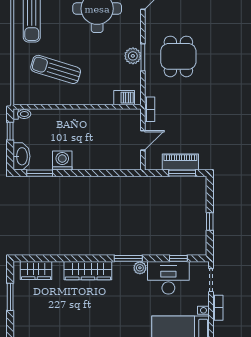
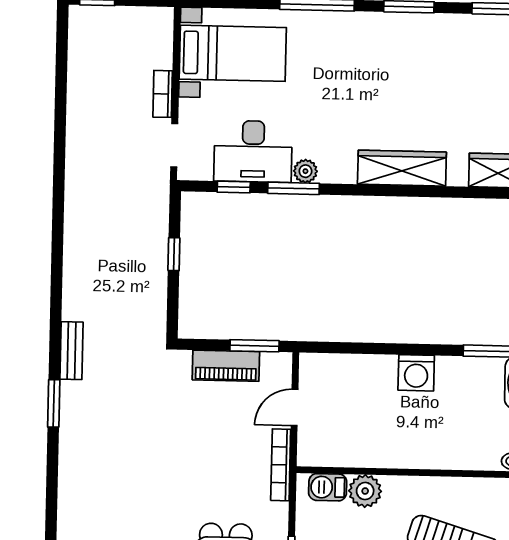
plant: (104, 96) -> (365, 491), added
bookcase: (150, 109) -> (281, 465), width x1.56
washing machine: (62, 160) -> (416, 373), moved
window: (182, 173) -> (254, 346), moved
window: (128, 258) -> (294, 188), moved

